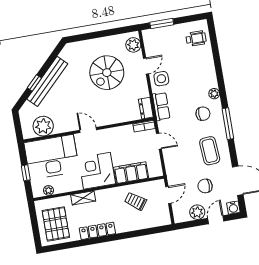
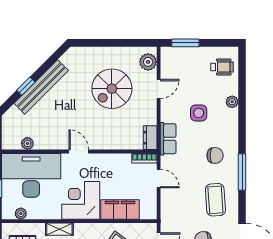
side table: (161, 79) -> (199, 113), moved
plant: (214, 94) -> (232, 102), moved
plant: (43, 126) -> (27, 143), width x0.53, depth x0.53

